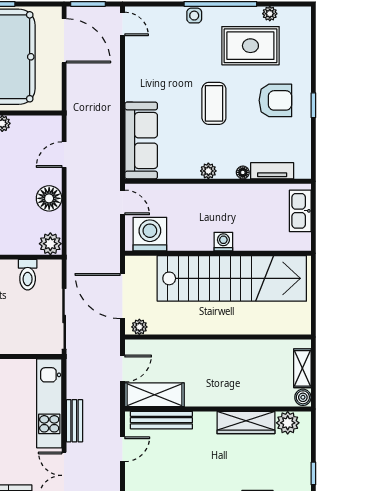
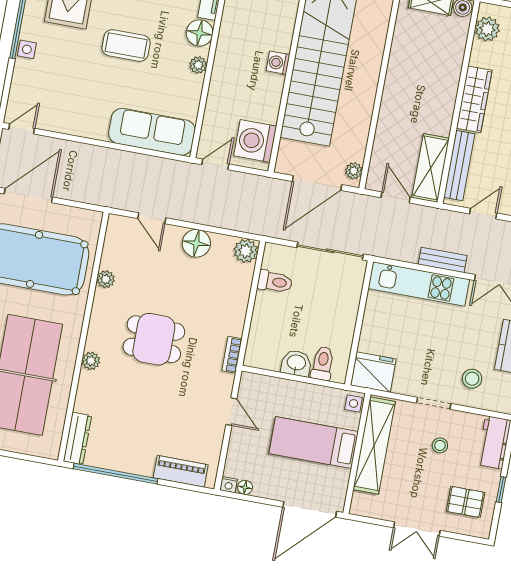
floor lamp: (243, 172) -> (200, 33), width x1.89, depth x1.89
wardrobe: (246, 423) -> (474, 99), moved
door: (123, 449) -> (483, 214), hinge flipped

